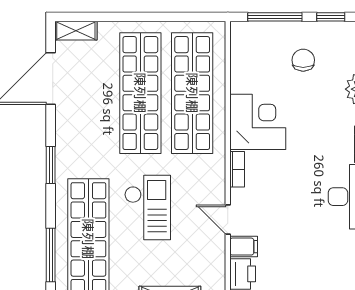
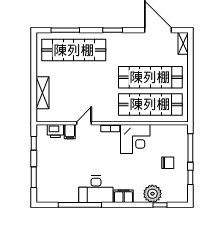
checkout: (148, 208) -> (90, 81), removed

